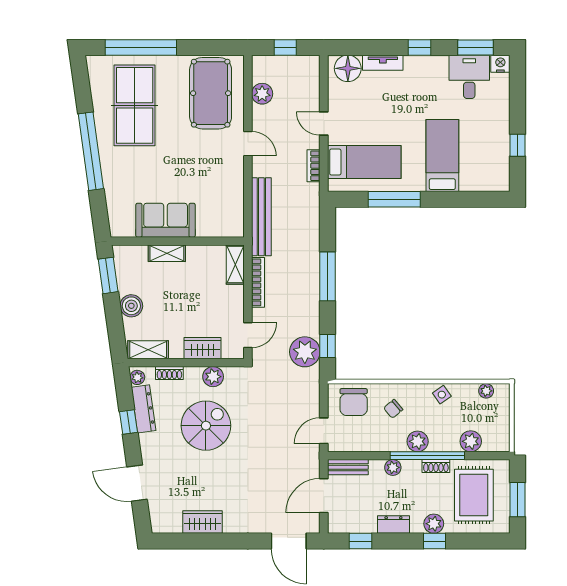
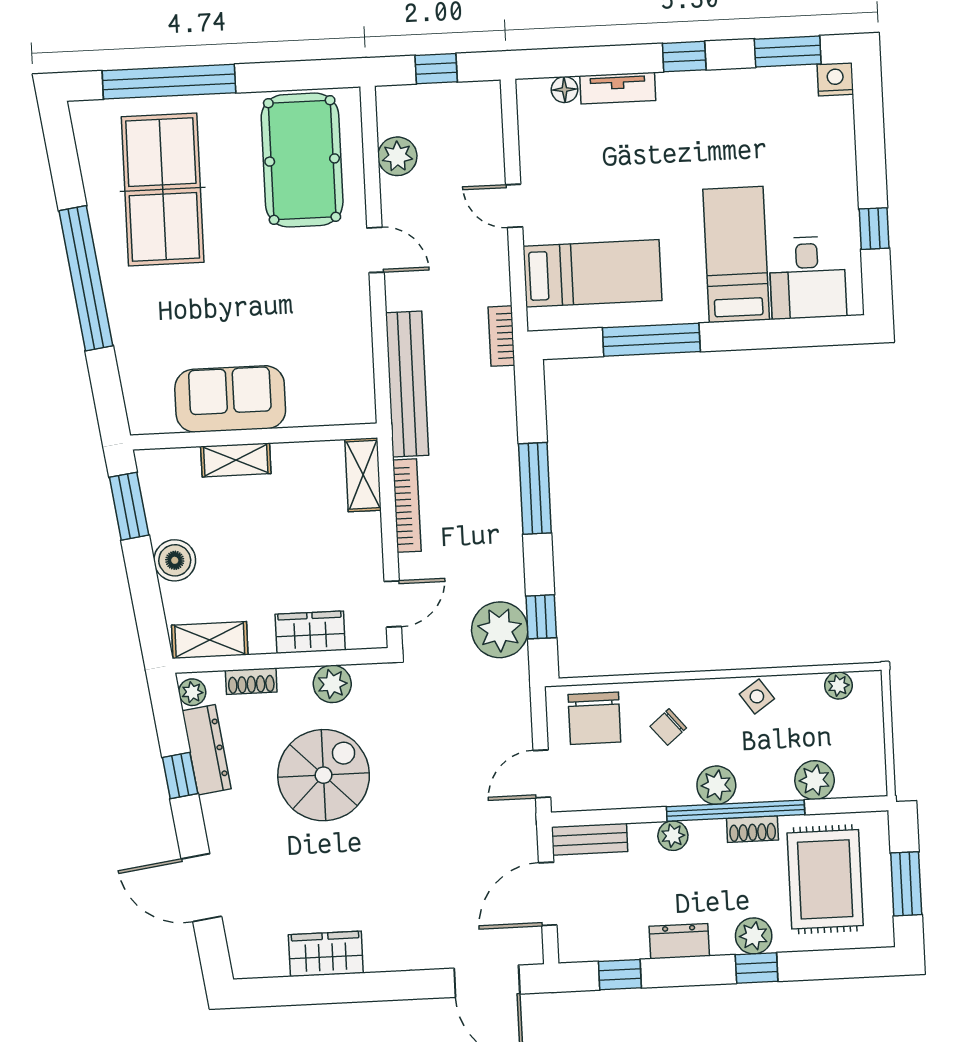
floor lamp: (348, 68) -> (565, 90), width x0.53, depth x0.53
desk: (469, 77) -> (808, 278), moved, turned 180
bookcase: (314, 166) -> (501, 336), moved

